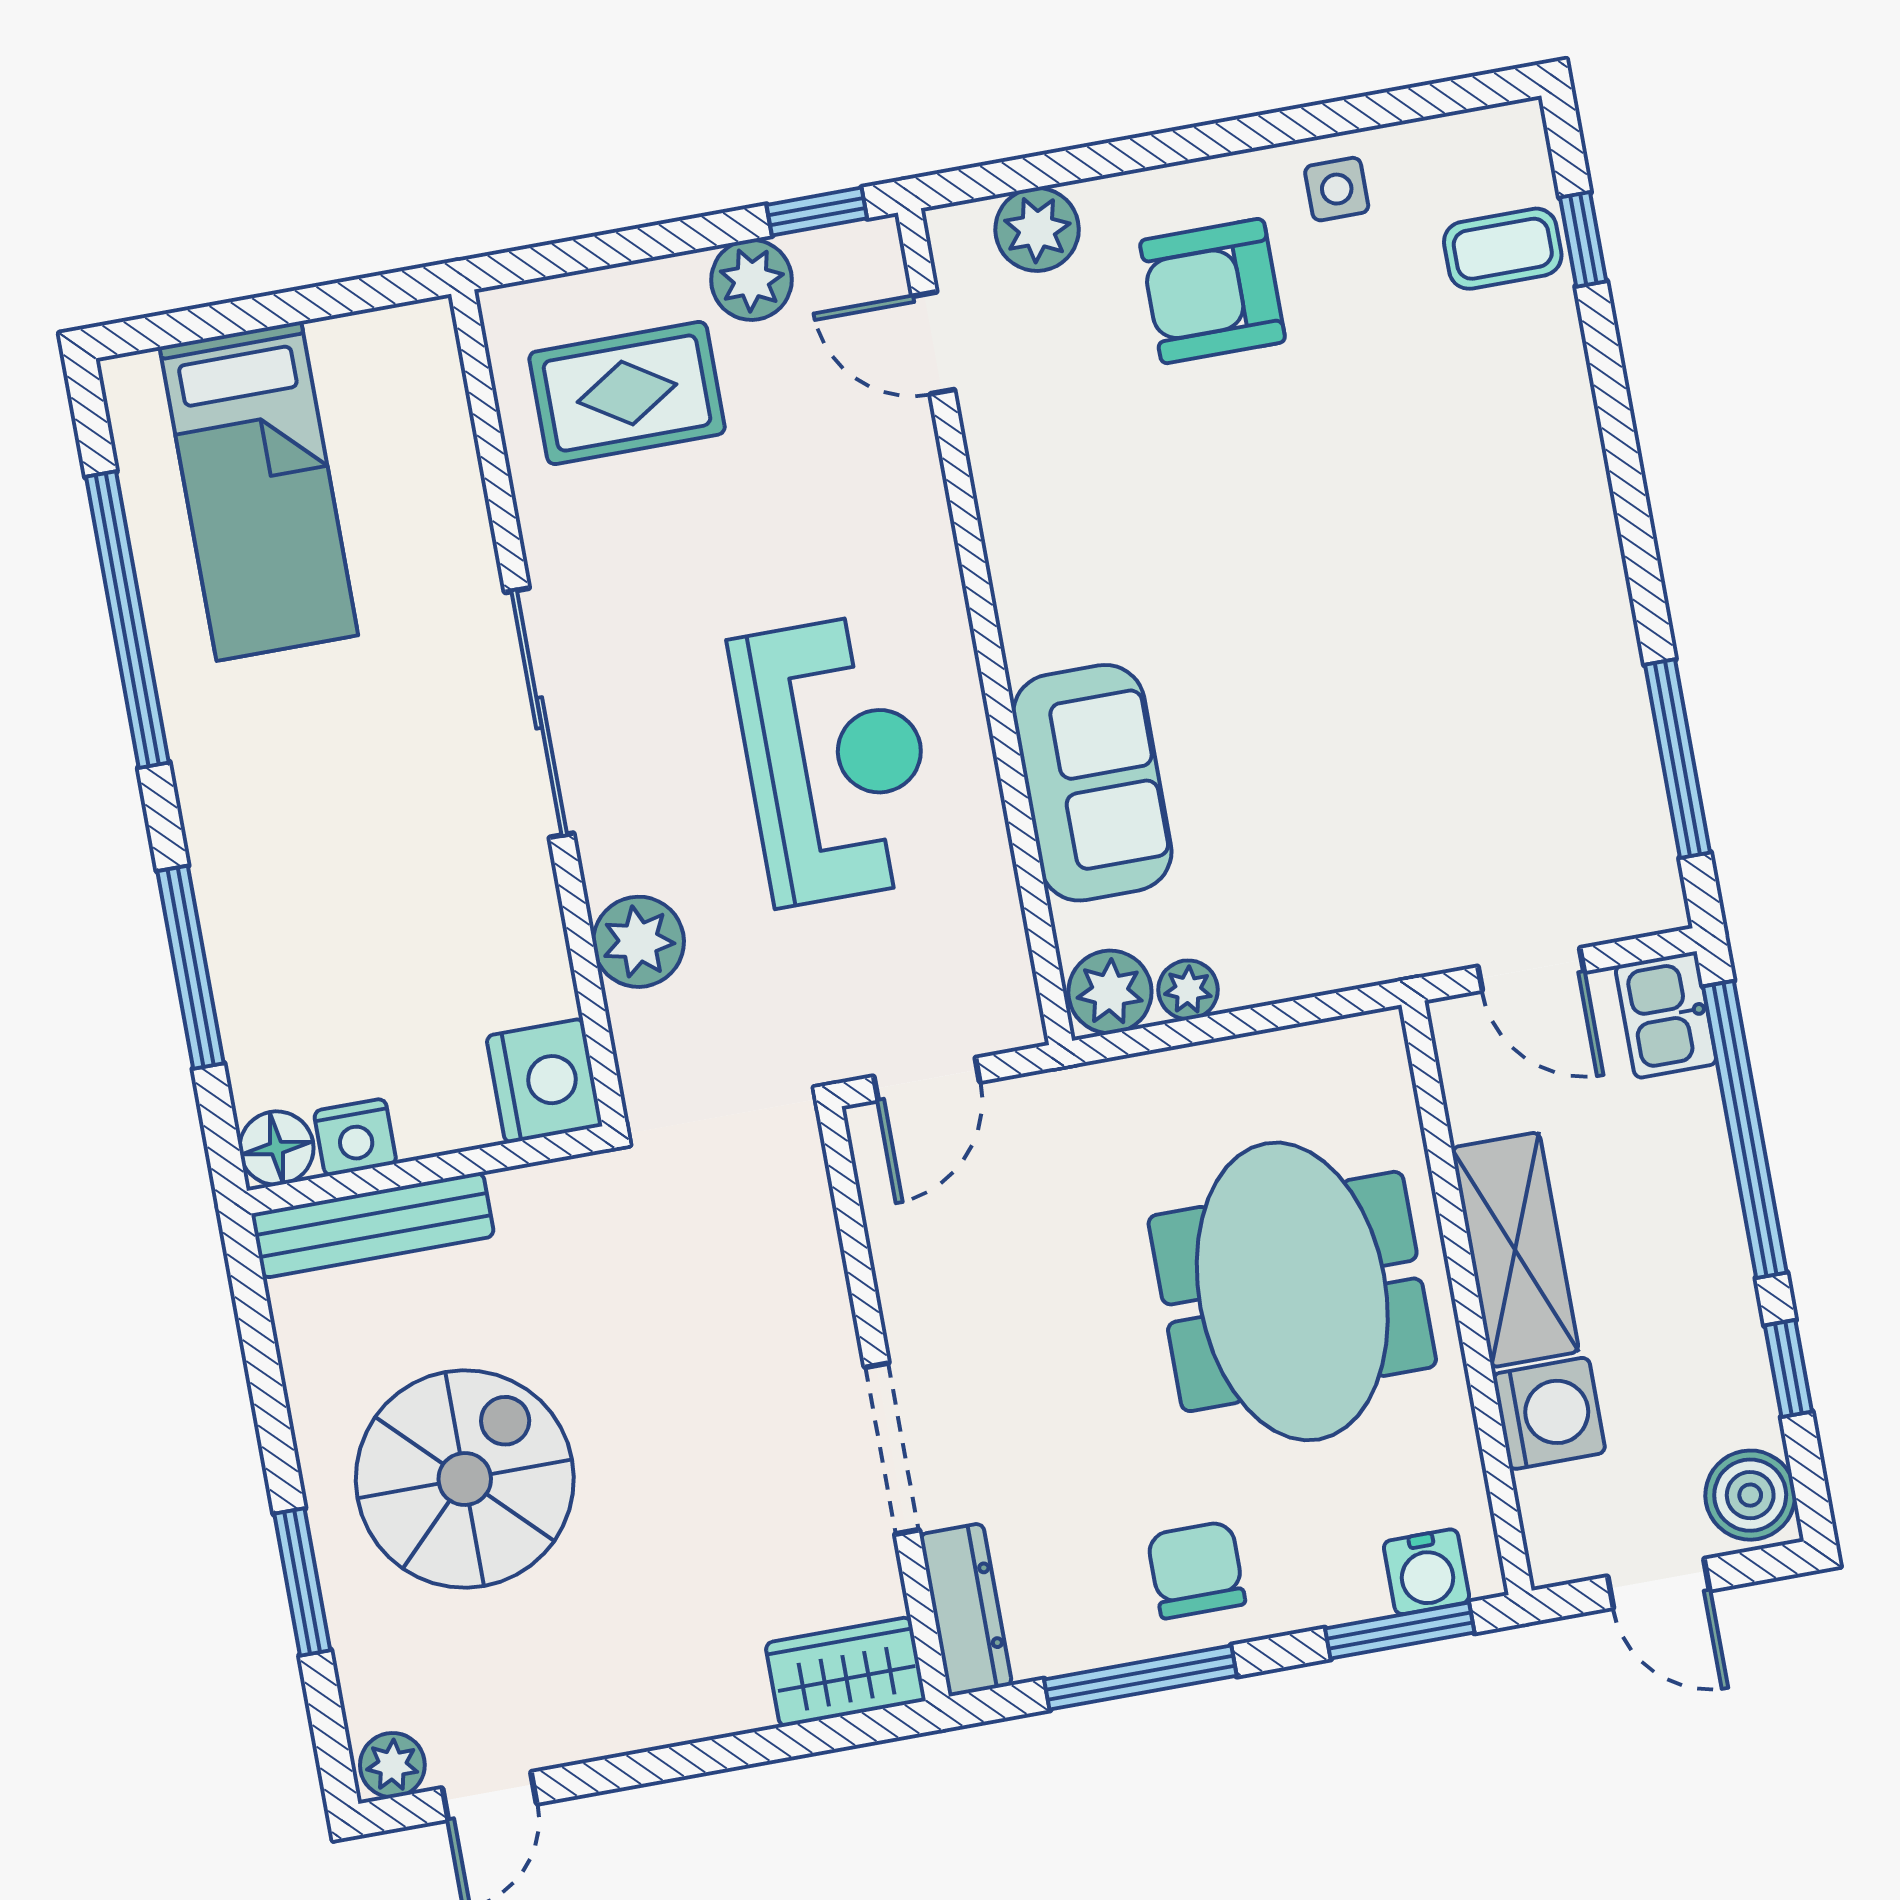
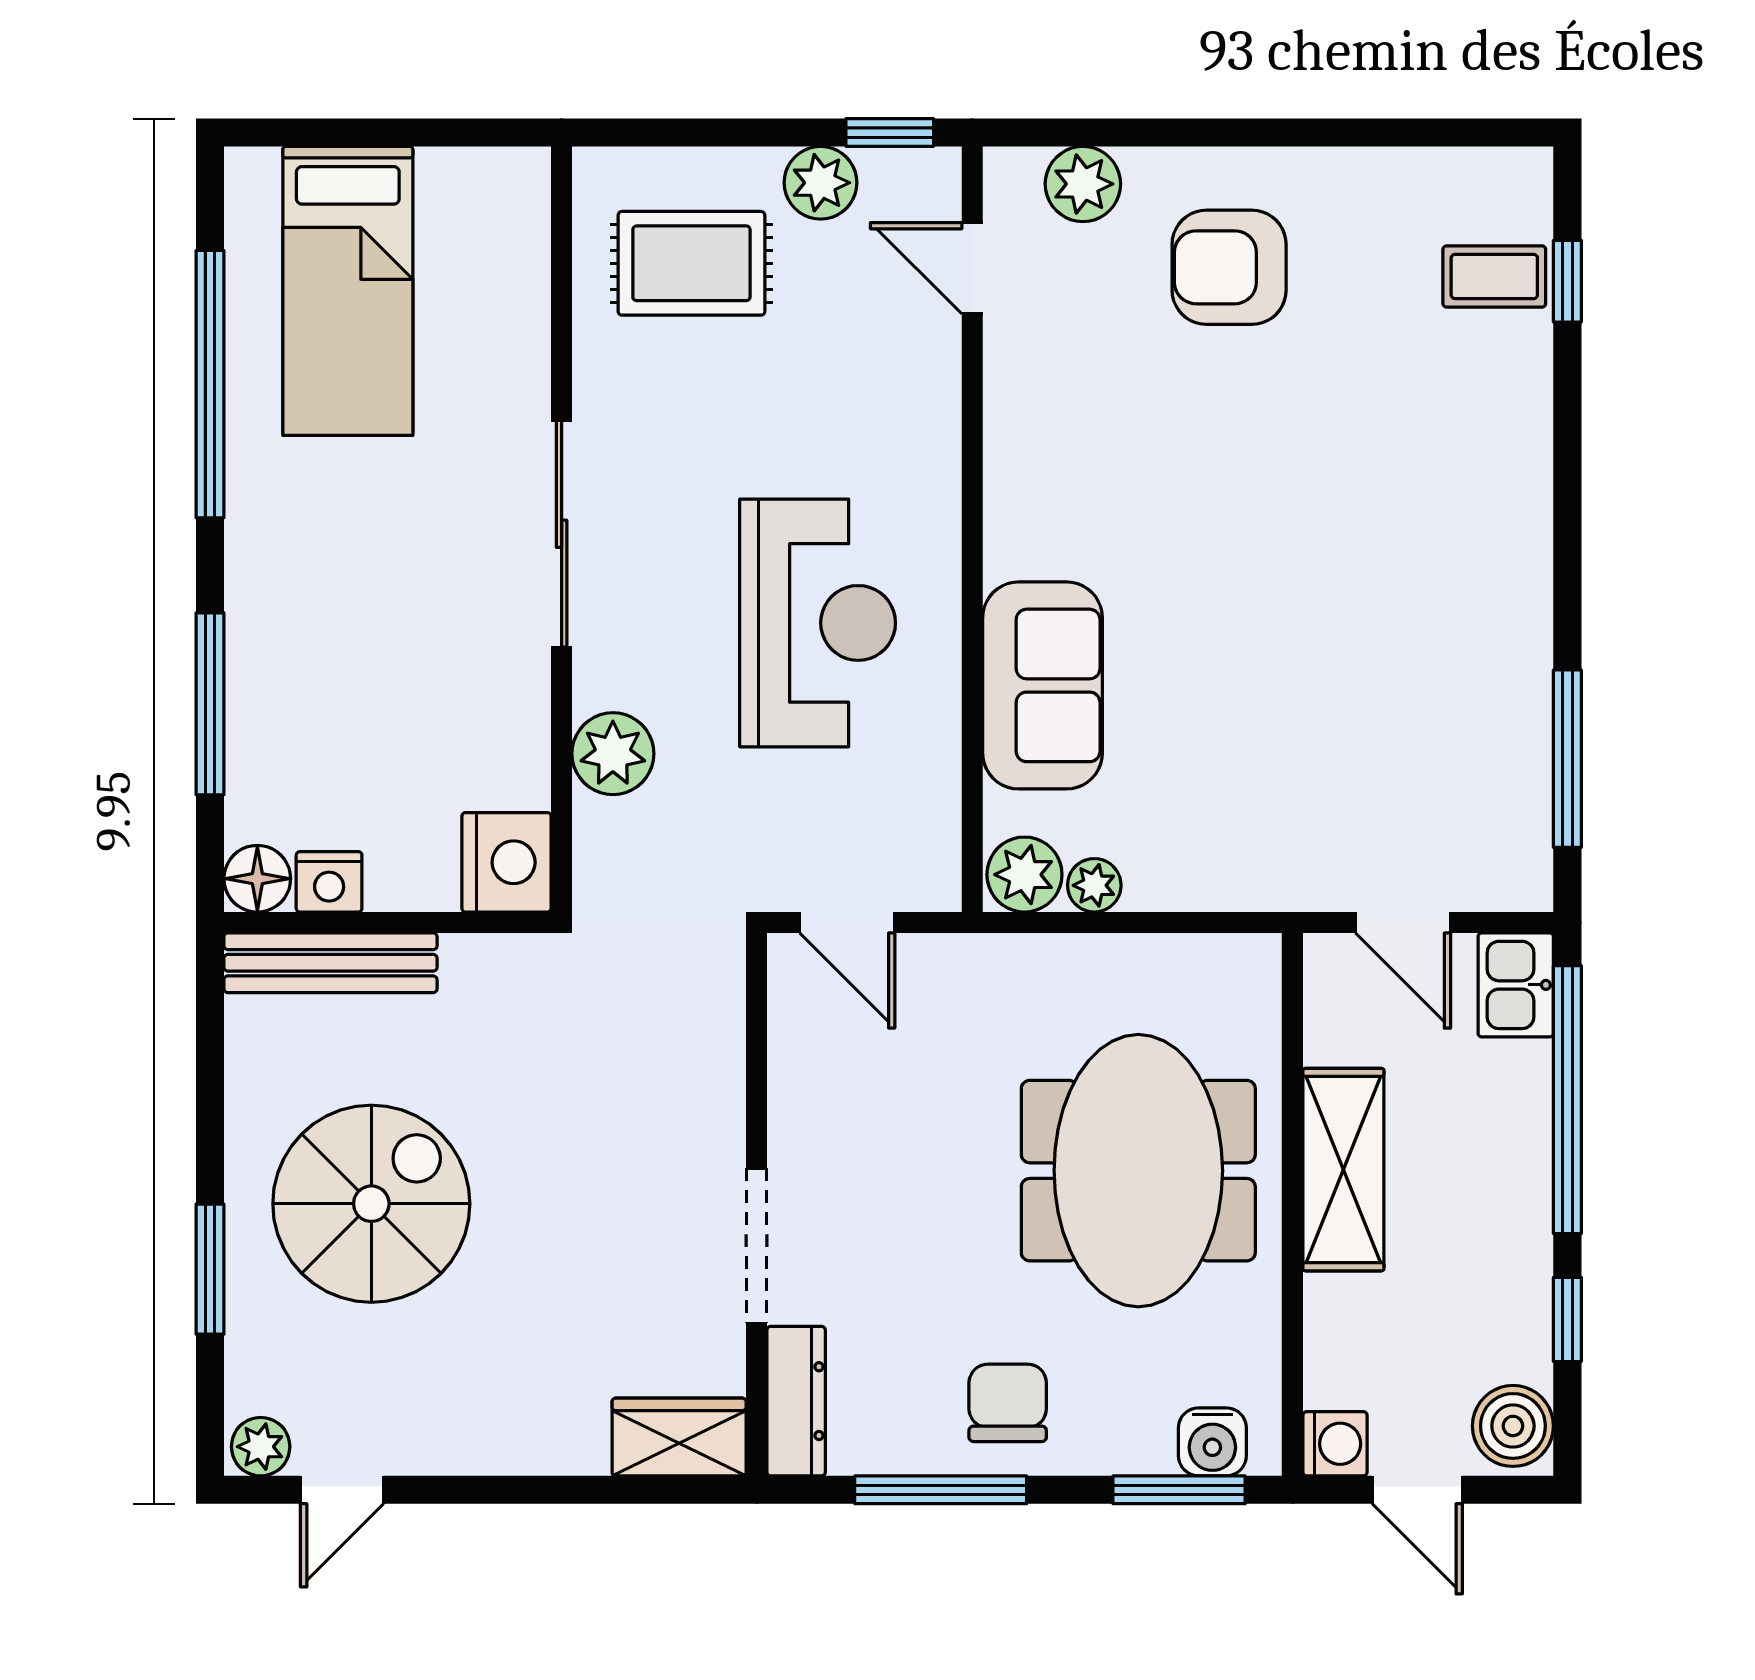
side table: (1337, 189) -> (1356, 197), removed
door: (927, 1079) -> (847, 922), hinge flipped
washing machine: (1549, 1413) -> (1335, 1444), moved, width x0.73, depth x0.73

